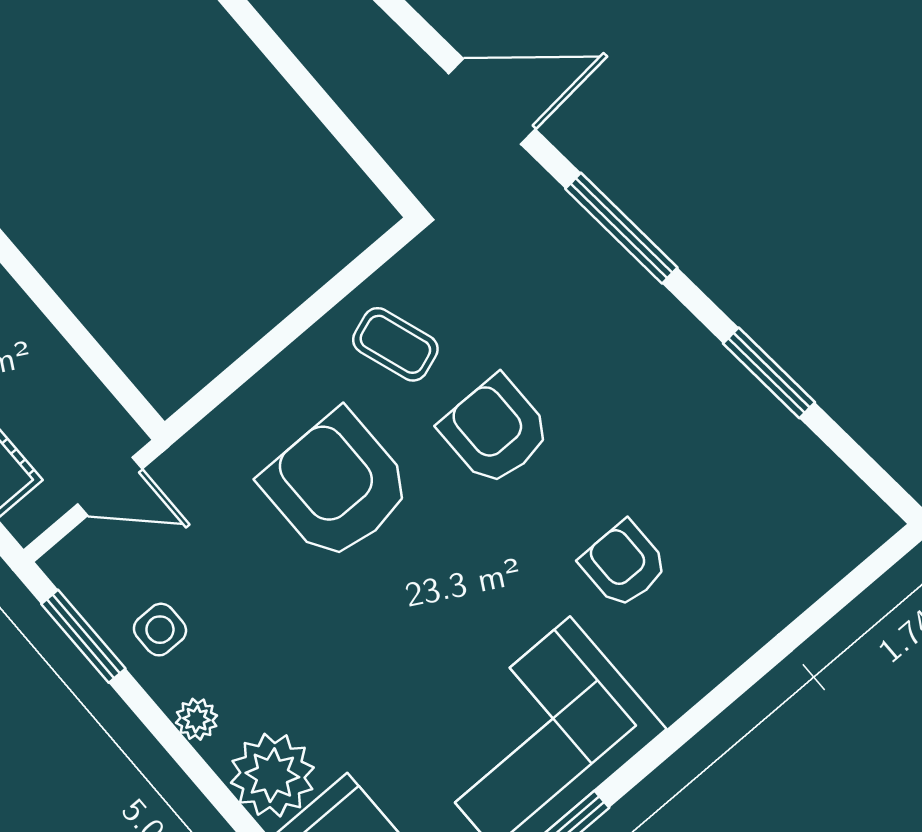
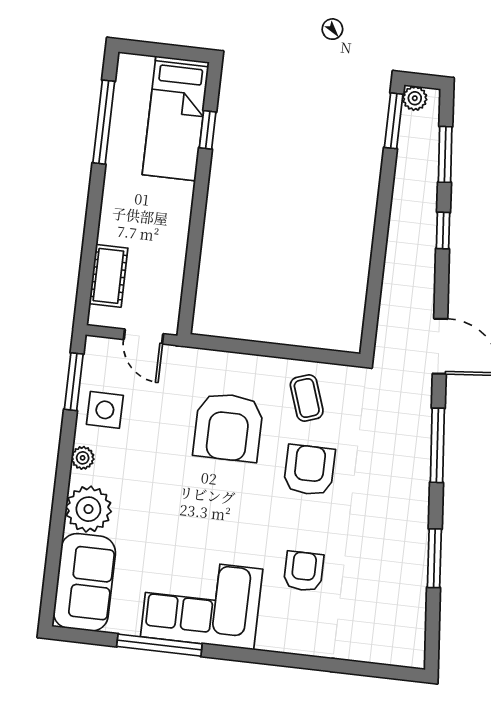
armchair: (337, 486) -> (228, 427), turned 180
side table: (160, 630) -> (105, 410), width x1.37, depth x1.37

